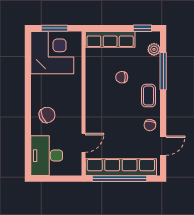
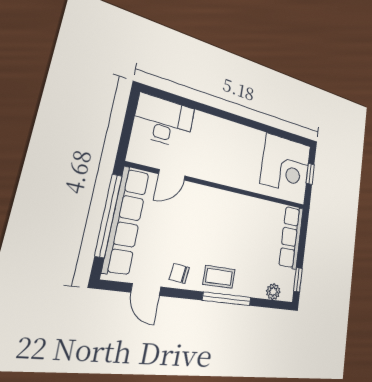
window: (54, 28) -> (310, 174), width x0.67
window: (163, 71) -> (227, 299), moved
chair: (122, 77) -> (247, 244), removed
chair: (47, 115) -> (216, 137), removed
door: (83, 143) -> (172, 175), hinge flipped

